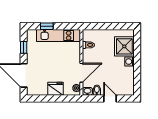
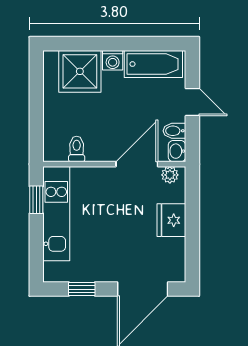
window: (47, 26) -> (36, 200), moved
door: (81, 73) -> (137, 164), hinge flipped
bathtub: (128, 80) -> (153, 64), added
door: (110, 98) -> (192, 102), swing flipped

